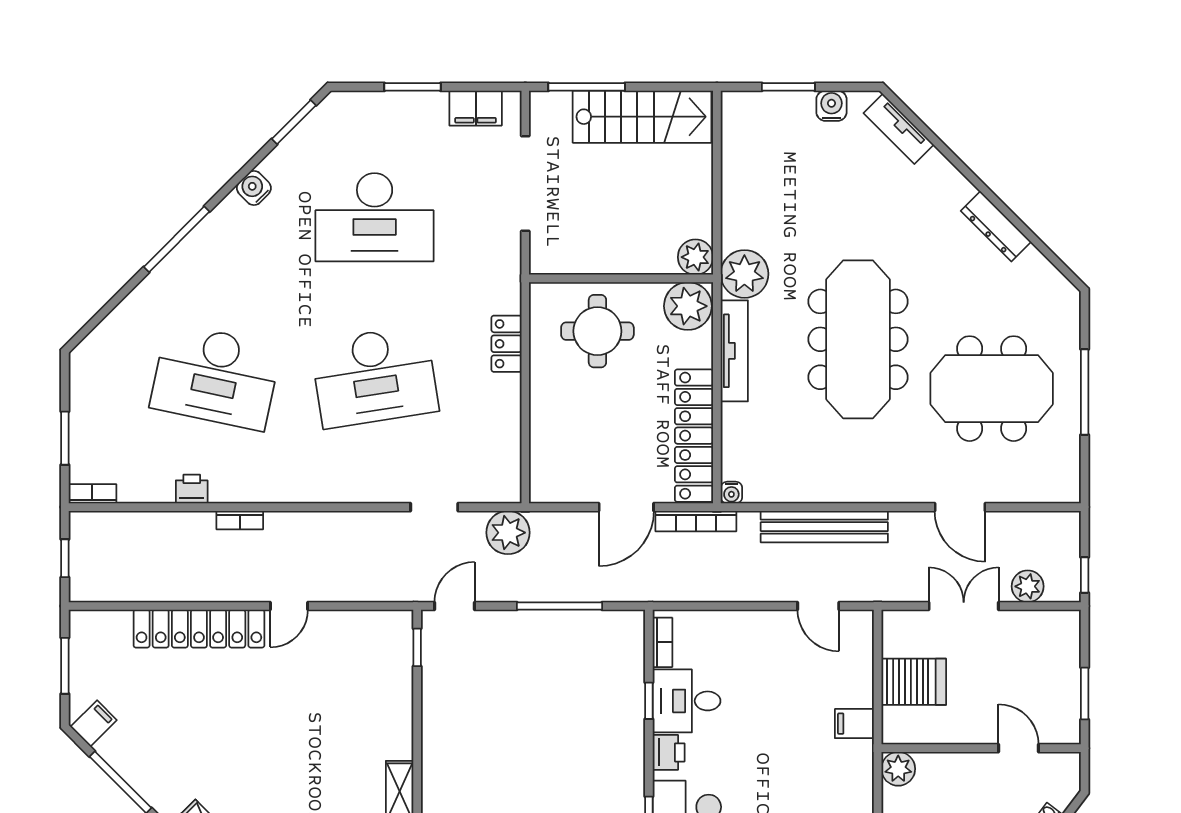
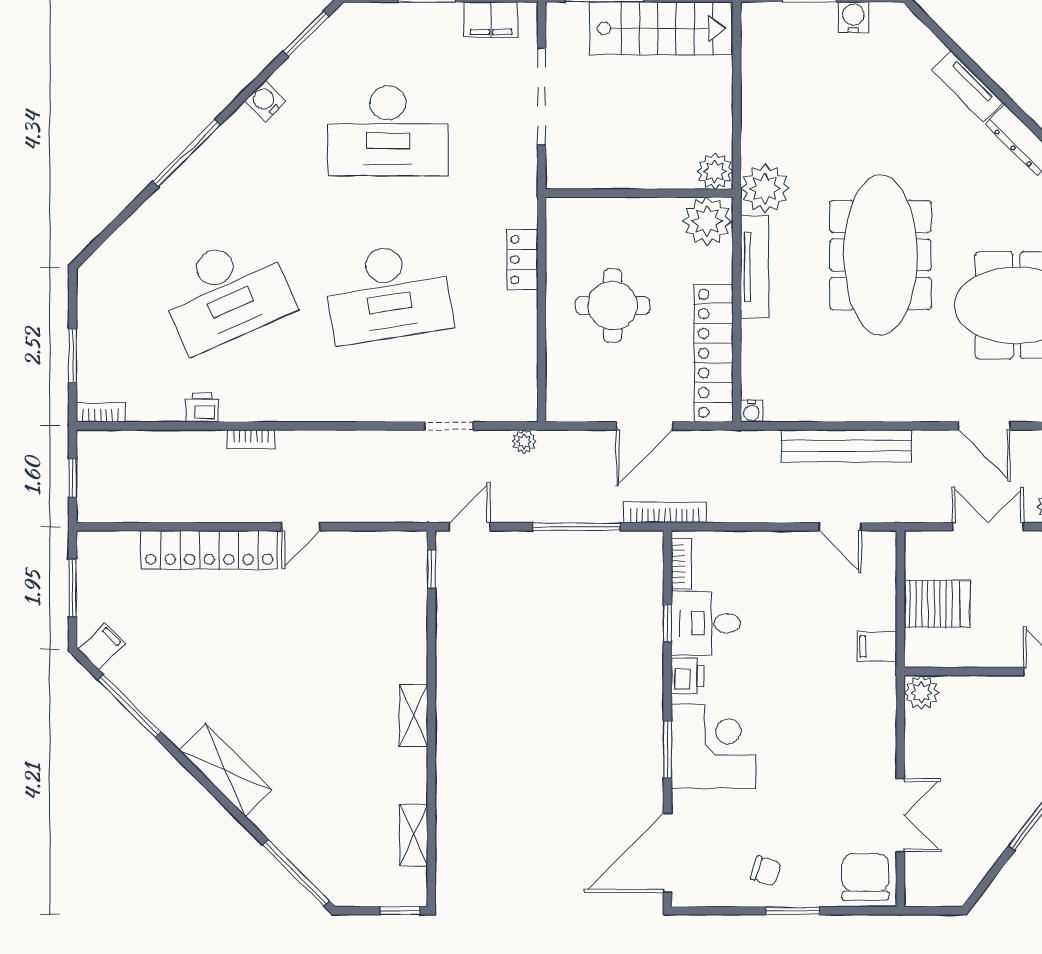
tv unit: (899, 129) -> (967, 86), moved
round table: (597, 331) -> (613, 306), moved
desk: (216, 377) -> (226, 293), turned -36
bookcase: (696, 521) -> (665, 512), moved, turned 180
plant: (508, 533) -> (524, 442), width x0.53, depth x0.53

